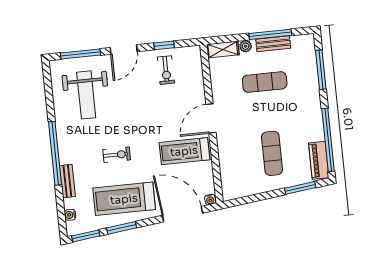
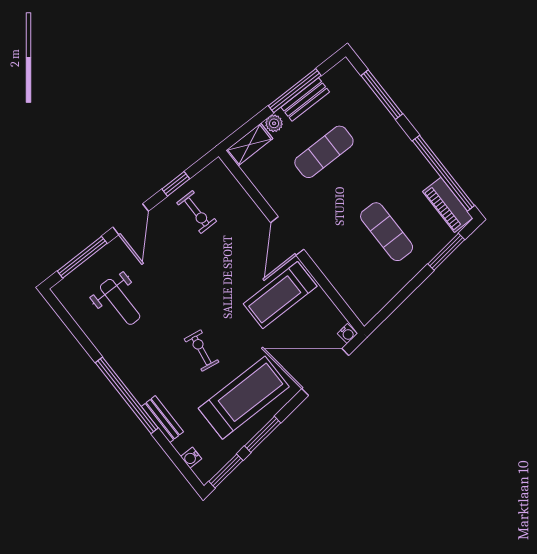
weight bench: (86, 95) -> (120, 302), width x0.73, depth x0.75
exercise bike: (117, 155) -> (201, 351), turned -81
treadmill: (124, 199) -> (244, 398), turned 180

